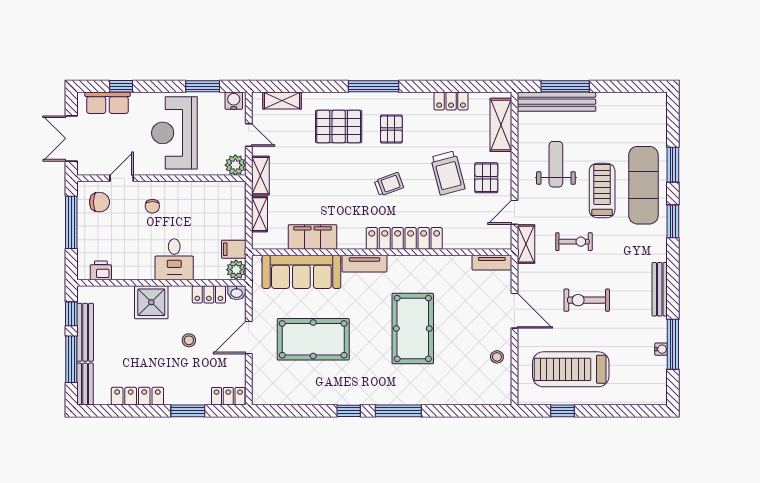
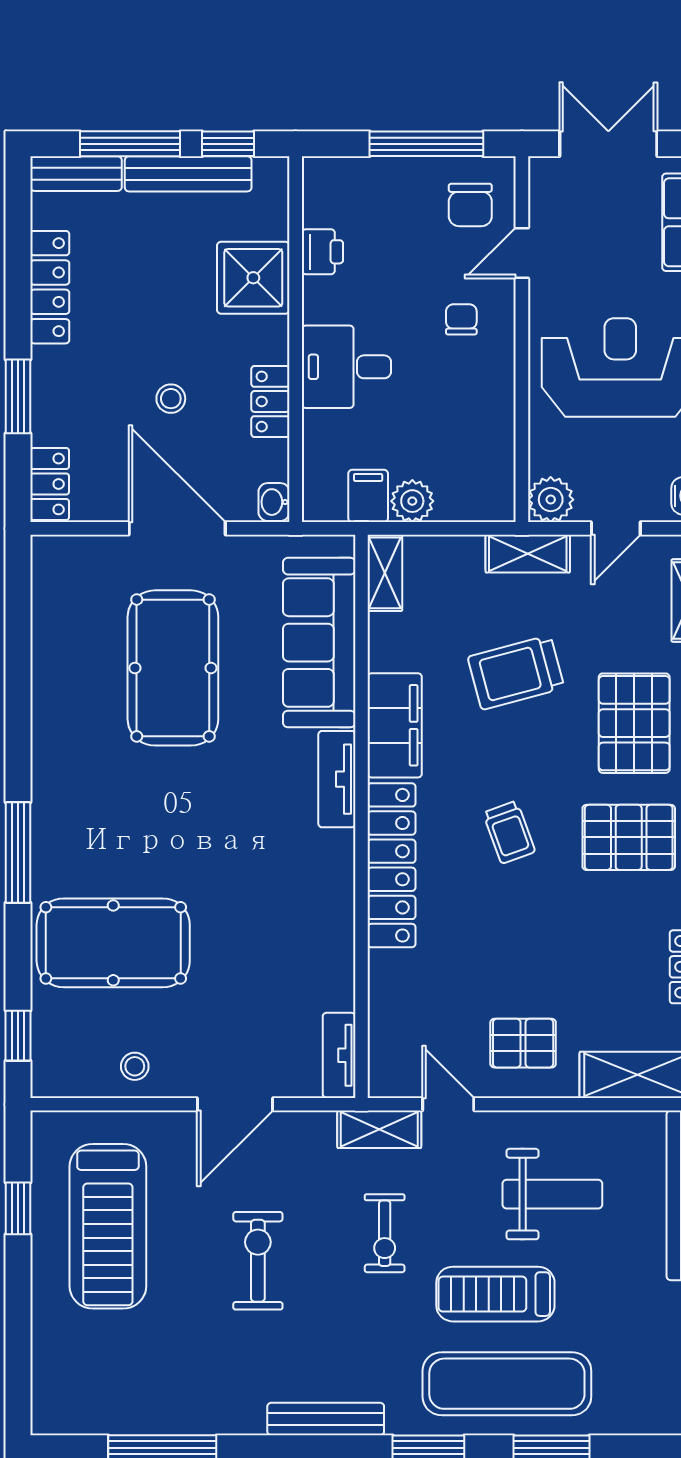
pallet: (391, 129) -> (629, 837), width x1.50, depth x1.42
trolley: (448, 173) -> (516, 672), moved
door: (122, 178) -> (522, 253), swing flipped
treadmill: (602, 191) -> (495, 1294), turned 180
chair: (152, 206) -> (461, 319), turned 90
shelving: (260, 214) -> (385, 573), moved, turned 90
filing cabinet: (313, 237) -> (395, 725), moved
printer: (101, 270) -> (322, 252), moved
plant: (236, 270) -> (412, 501), moved
bench: (660, 289) -> (326, 1419), moved
locker: (209, 294) -> (270, 401), moved
shower: (151, 302) -> (253, 278), moved
pool table: (413, 328) -> (113, 943), moved
door: (249, 337) -> (177, 528), width x1.36
water cooler: (661, 349) -> (152, 1422), removed
treadmill: (571, 369) -> (108, 1226), turned 180
window: (349, 411) -> (18, 1036), moved

